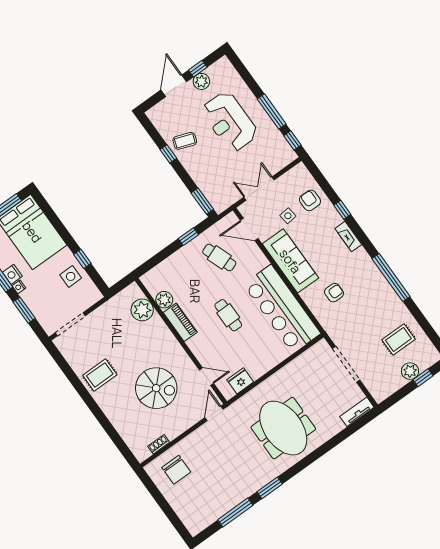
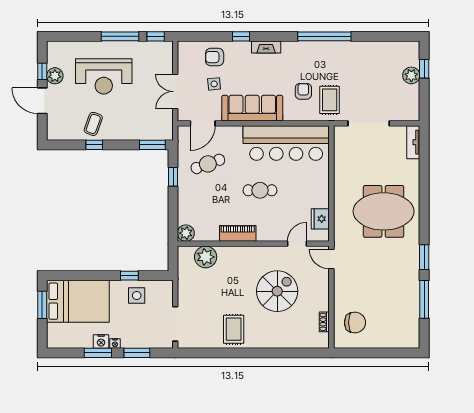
plant: (164, 300) -> (186, 233), moved
rug: (398, 339) -> (330, 100), moved

